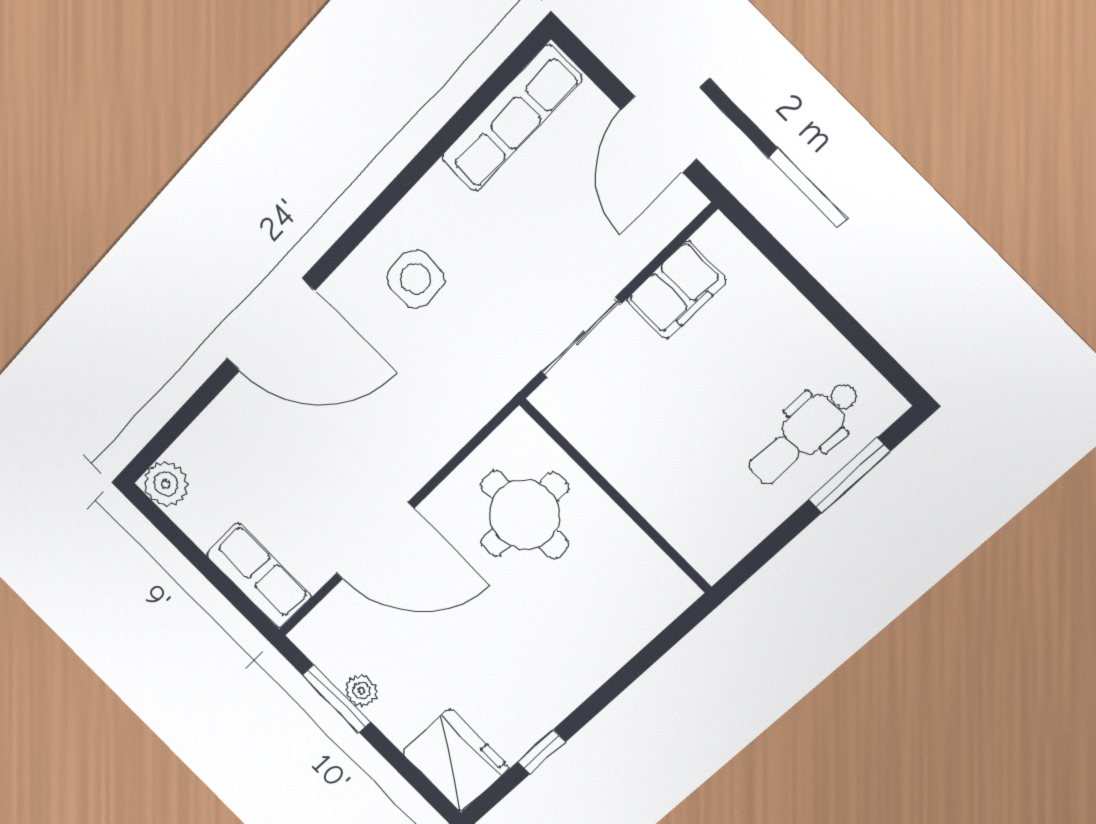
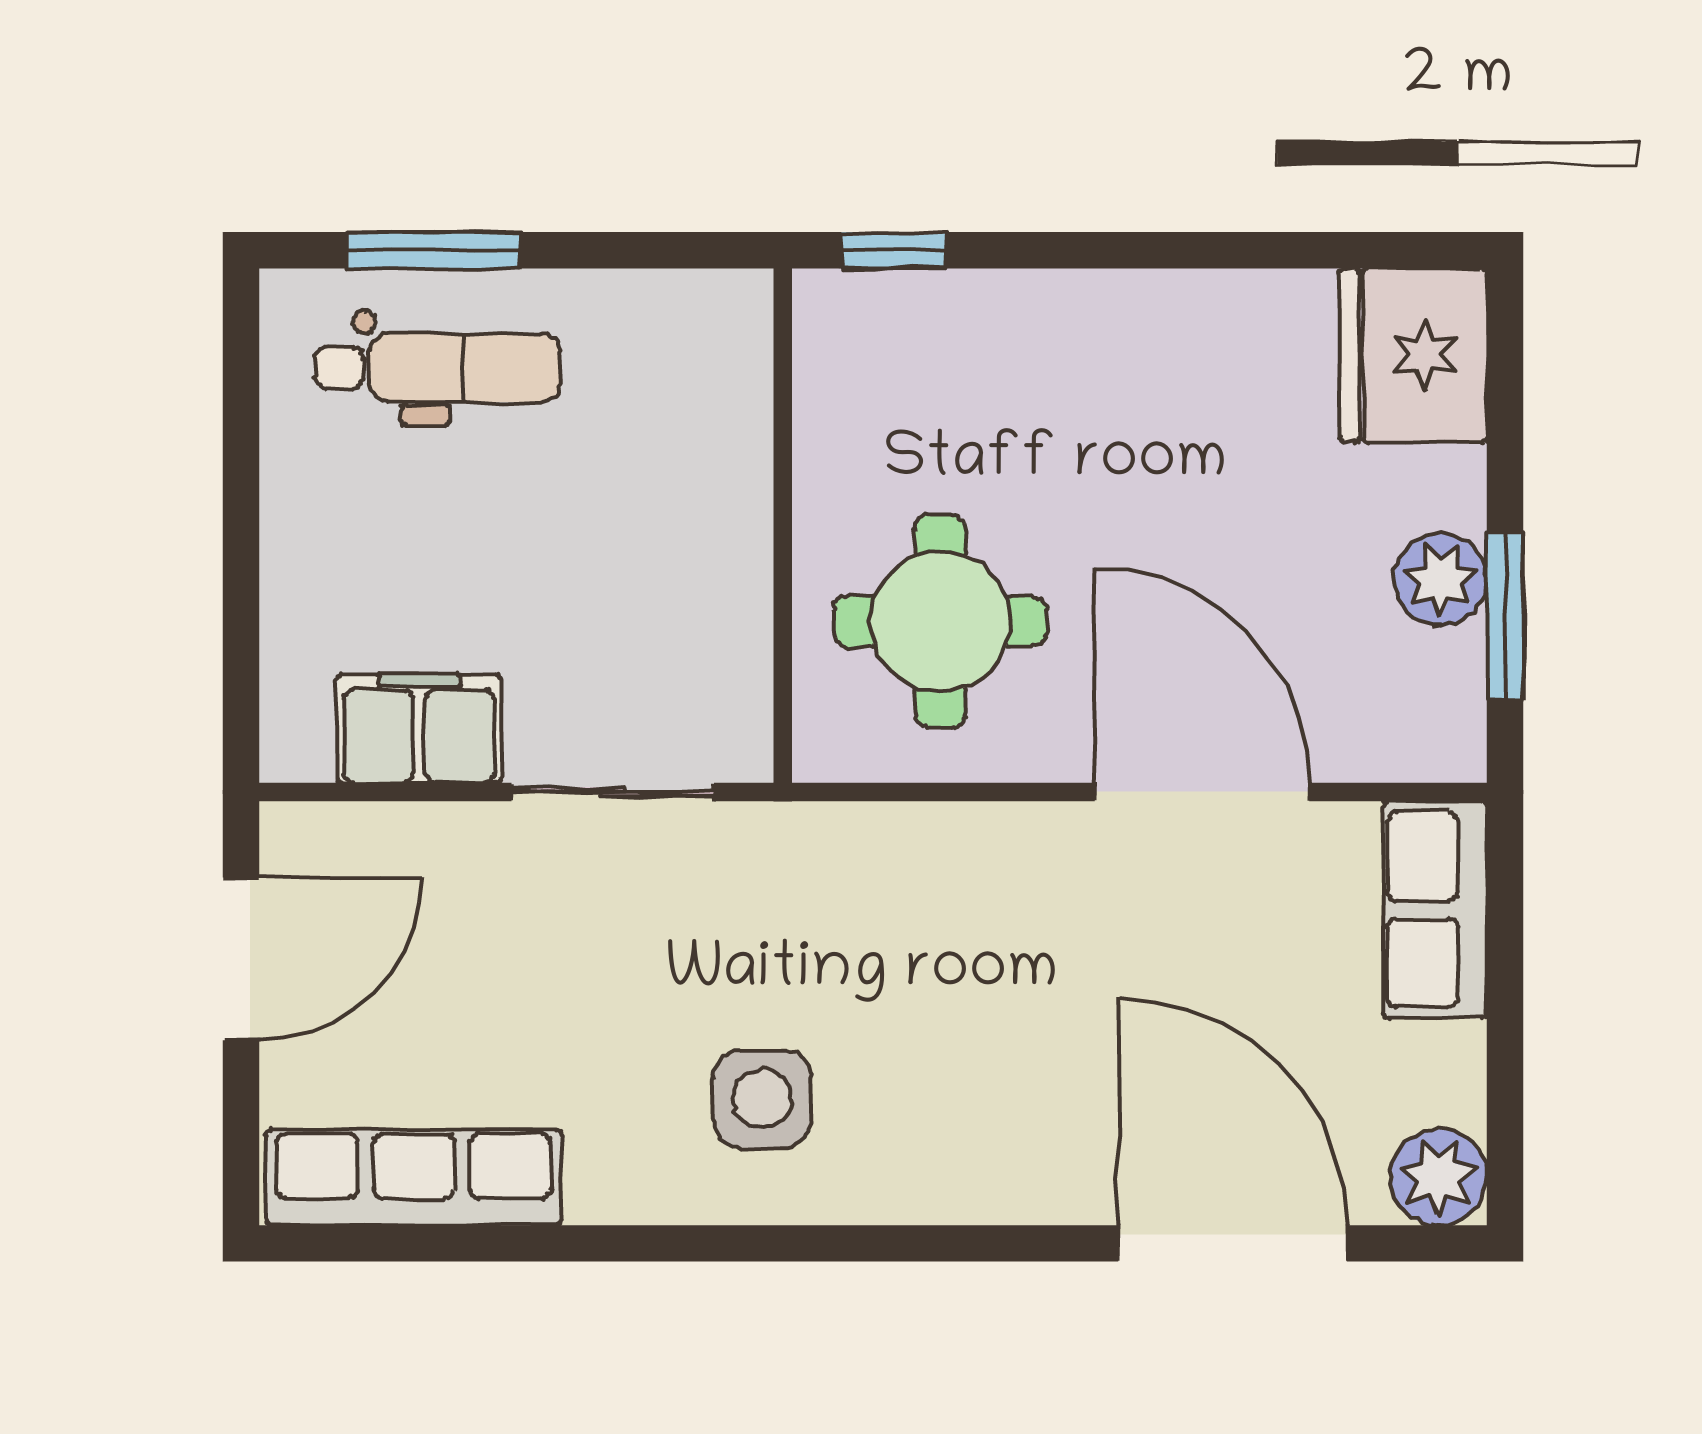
door: (271, 325) -> (1232, 1243), moved
plant: (361, 691) -> (1440, 580), width x1.38, depth x1.38
window: (542, 752) -> (893, 250), moved

